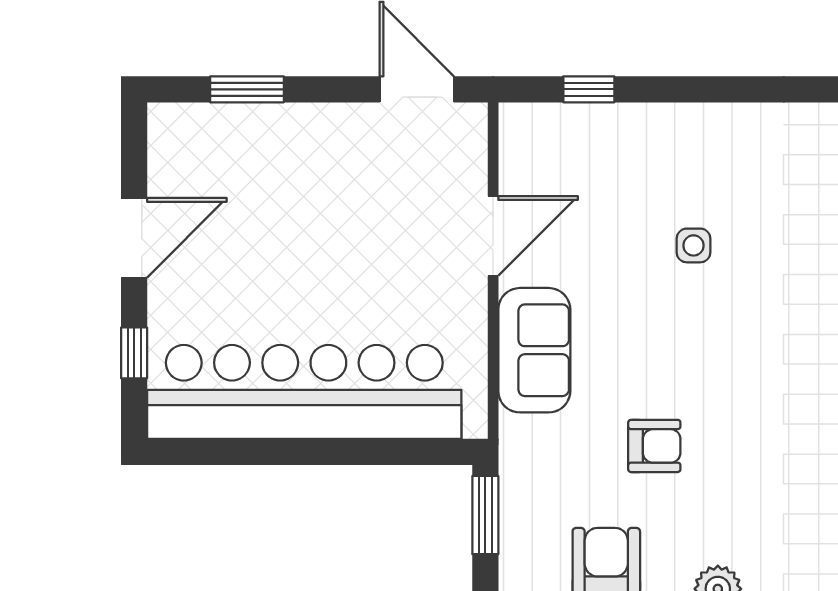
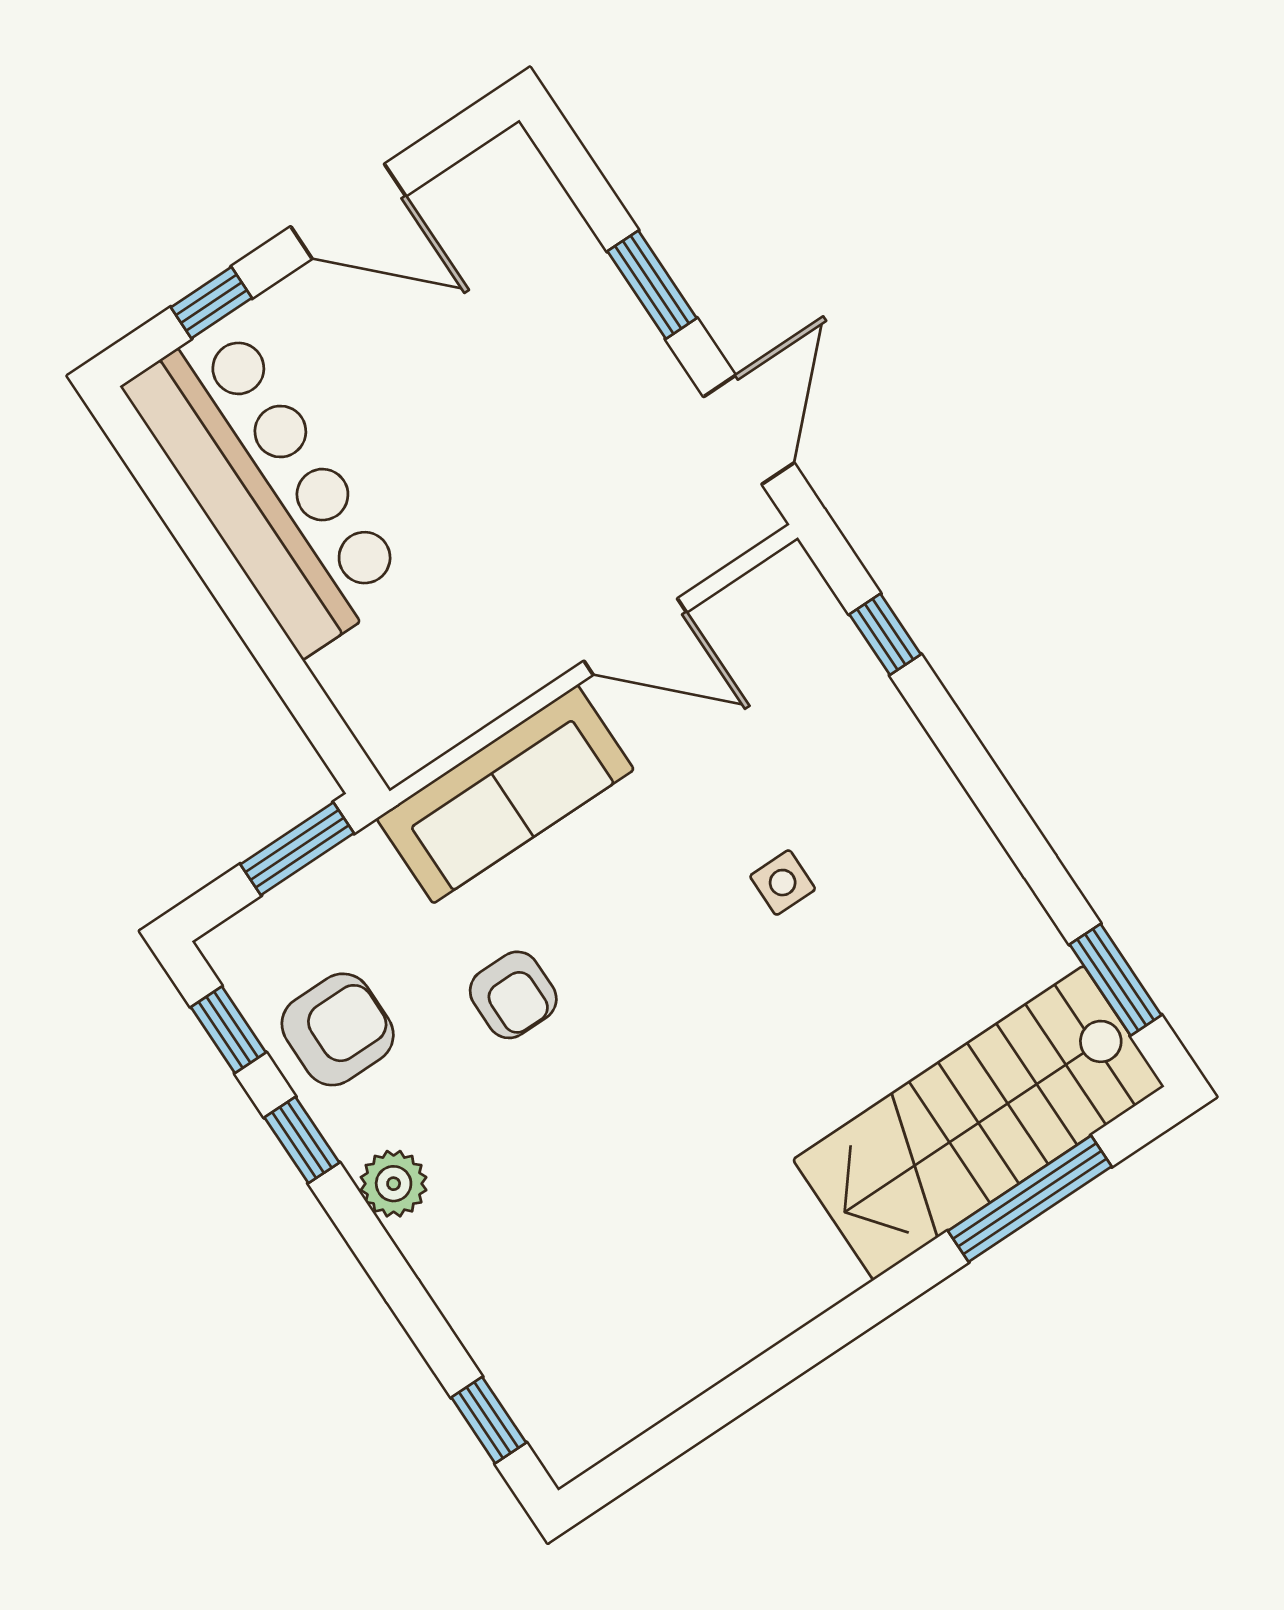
window: (247, 89) -> (652, 285), moved
sofa: (534, 350) -> (505, 794), width x1.36
bar counter: (304, 392) -> (267, 486), width x0.73

